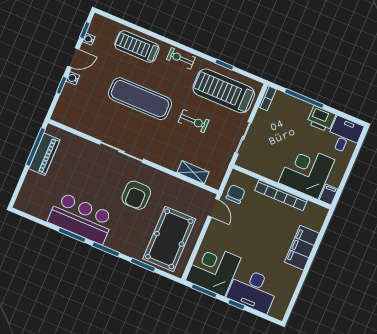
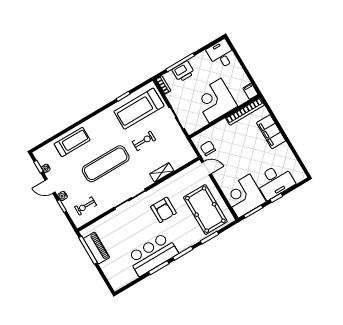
treadmill: (137, 47) -> (72, 142), turned 180
door: (73, 58) -> (50, 186), swing flipped
exercise bike: (181, 58) -> (85, 206), moved
printer: (321, 119) -> (183, 71), moved
corner desk: (306, 171) -> (215, 101), moved
shelving: (193, 172) -> (162, 172), moved
bookcase: (281, 195) -> (245, 111), moved

